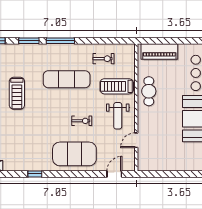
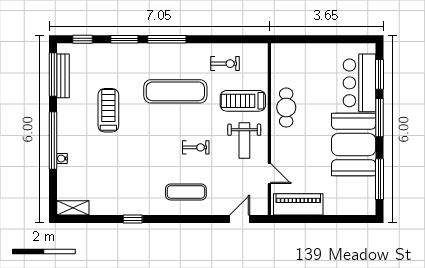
piano: (159, 51) -> (298, 204), moved, turned 180
treadmill: (17, 93) -> (108, 110), turned 180
door: (136, 140) -> (269, 174), swing flipped
exercise mat: (74, 154) -> (186, 192), width x0.50, depth x0.69

